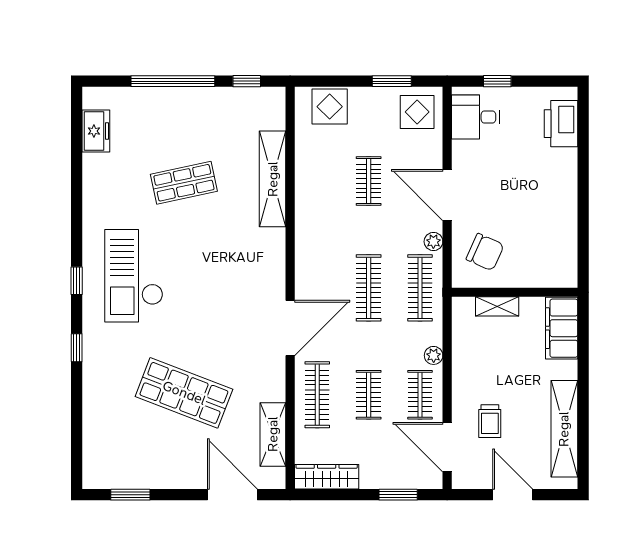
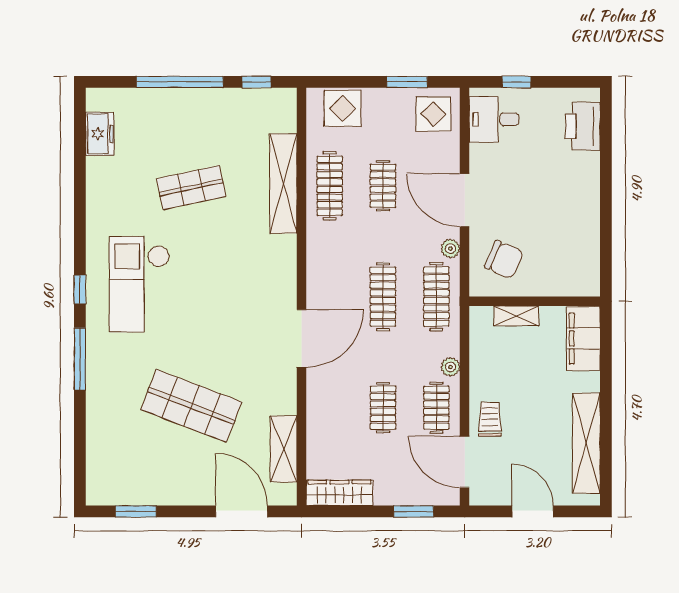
window: (77, 348) -> (80, 359), width x2.17
clothes rail: (317, 395) -> (330, 186), moved
trolley: (490, 421) -> (490, 419), moved, turned 180

